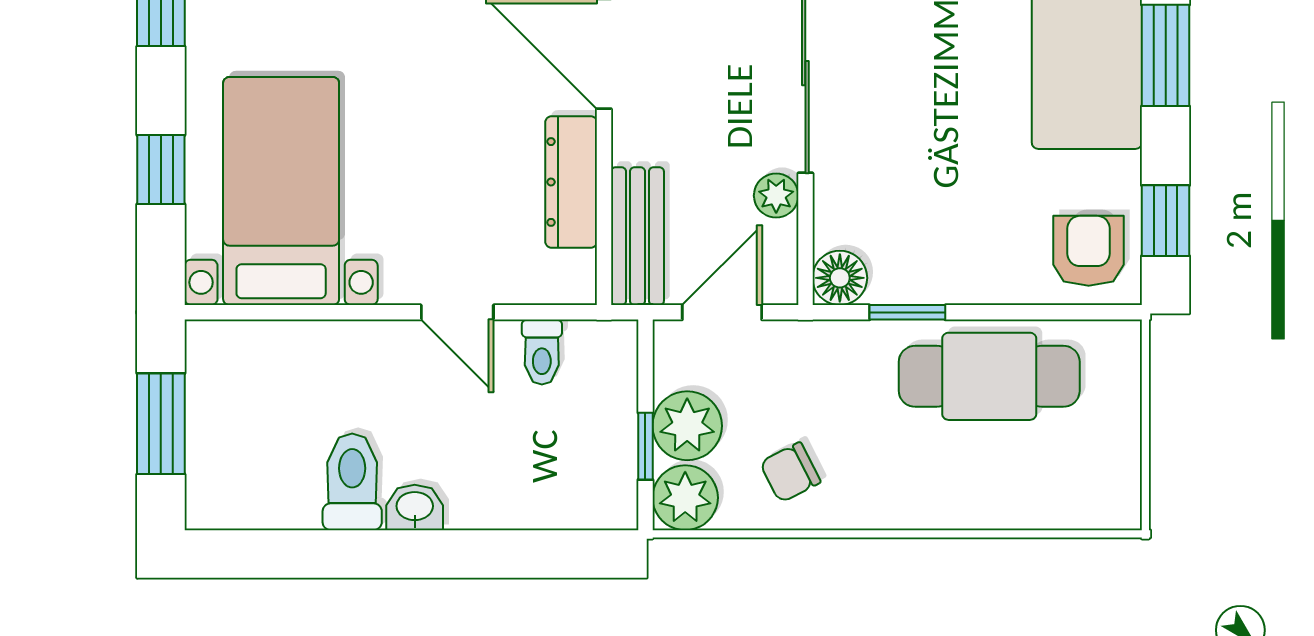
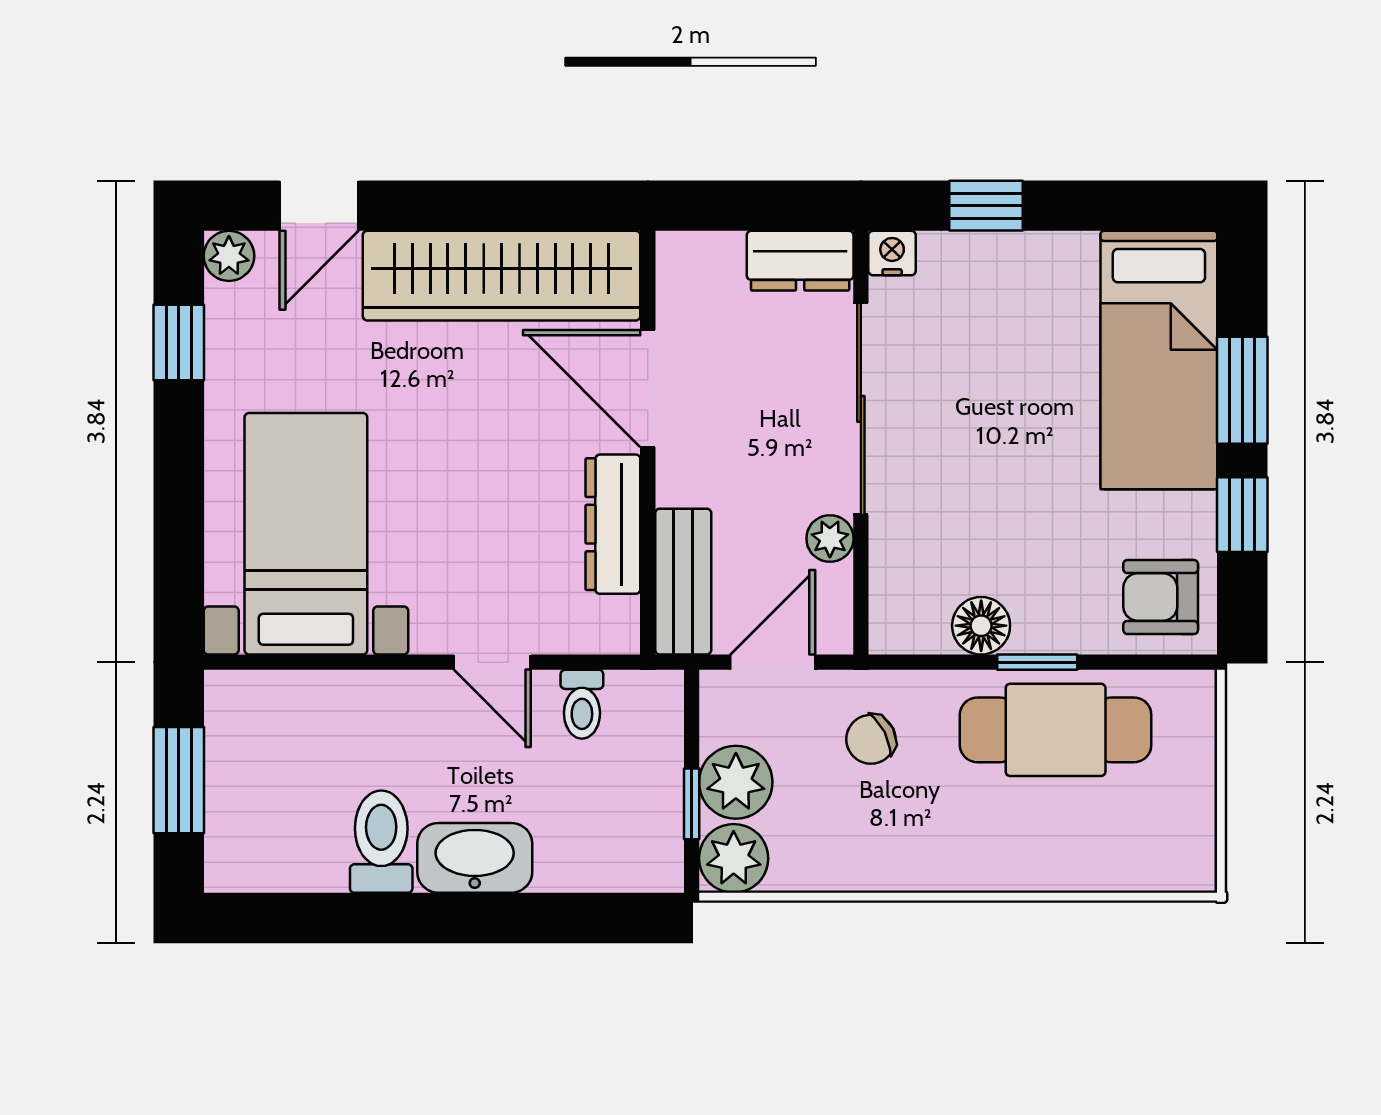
window: (161, 170) -> (179, 511), removed
window: (1166, 221) -> (1242, 515), moved
armchair: (1089, 251) -> (1161, 597), turned -90
floor lamp: (840, 278) -> (981, 626), moved
window: (907, 312) -> (1037, 662), moved
chair: (790, 472) -> (871, 739), moved
washbasin: (415, 507) -> (475, 858), width x1.91, depth x1.45

